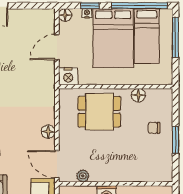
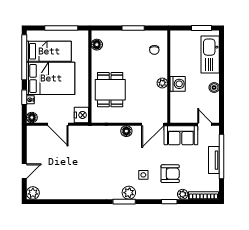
window: (176, 37) -> (61, 28), moved
floor lamp: (138, 95) -> (97, 45), moved
chair: (154, 128) -> (154, 50), moved
plant: (83, 176) -> (162, 83), moved

